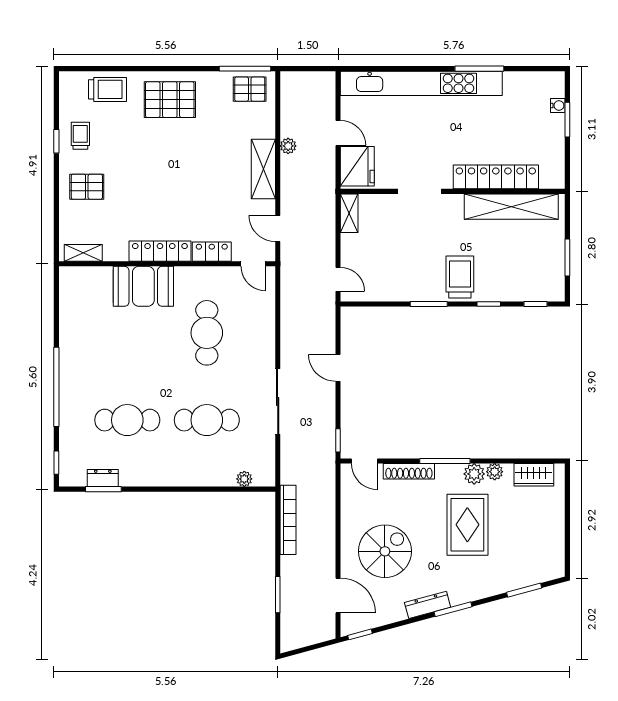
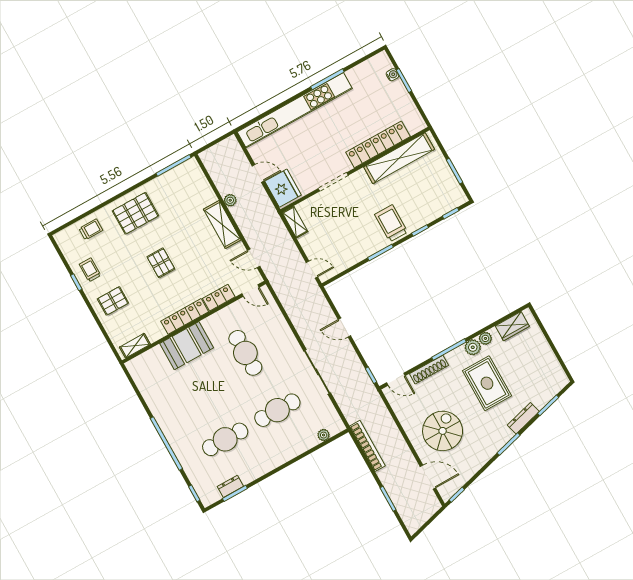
trolley: (107, 89) -> (91, 229), width x0.73, depth x0.72
pallet: (250, 89) -> (161, 263), moved, turned 90
dresser: (428, 605) -> (523, 418), moved

